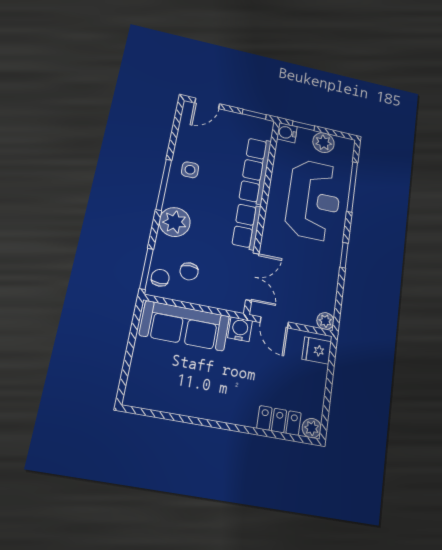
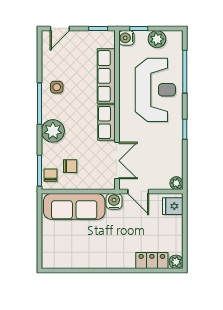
chair: (189, 271) -> (70, 166), turned -90

